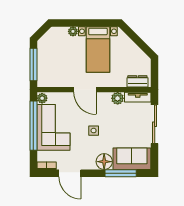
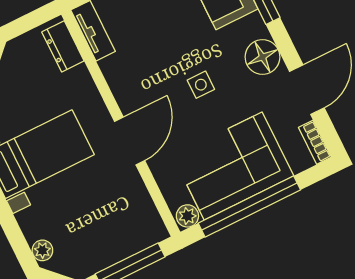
plant: (73, 31) -> (42, 250), moved
plant: (118, 98) -> (115, 69), removed
floor lamp: (104, 162) -> (263, 57), moved

